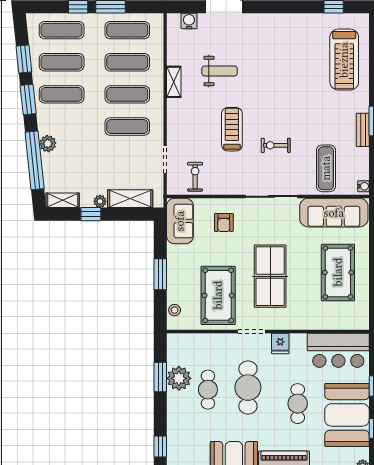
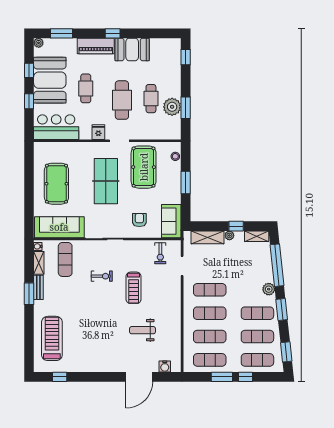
window: (24, 59) -> (286, 352), moved
shelving: (174, 82) -> (39, 263), moved
plant: (48, 144) -> (269, 289), moved

